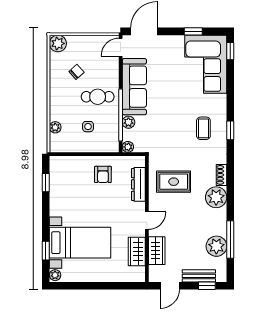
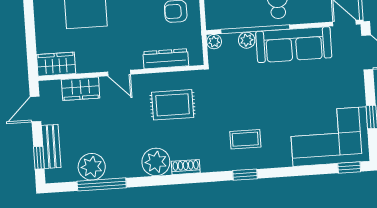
rug: (174, 182) -> (173, 105), turned 90
wardrobe: (137, 251) -> (56, 64), moved
door: (170, 286) -> (35, 109), hinge flipped

